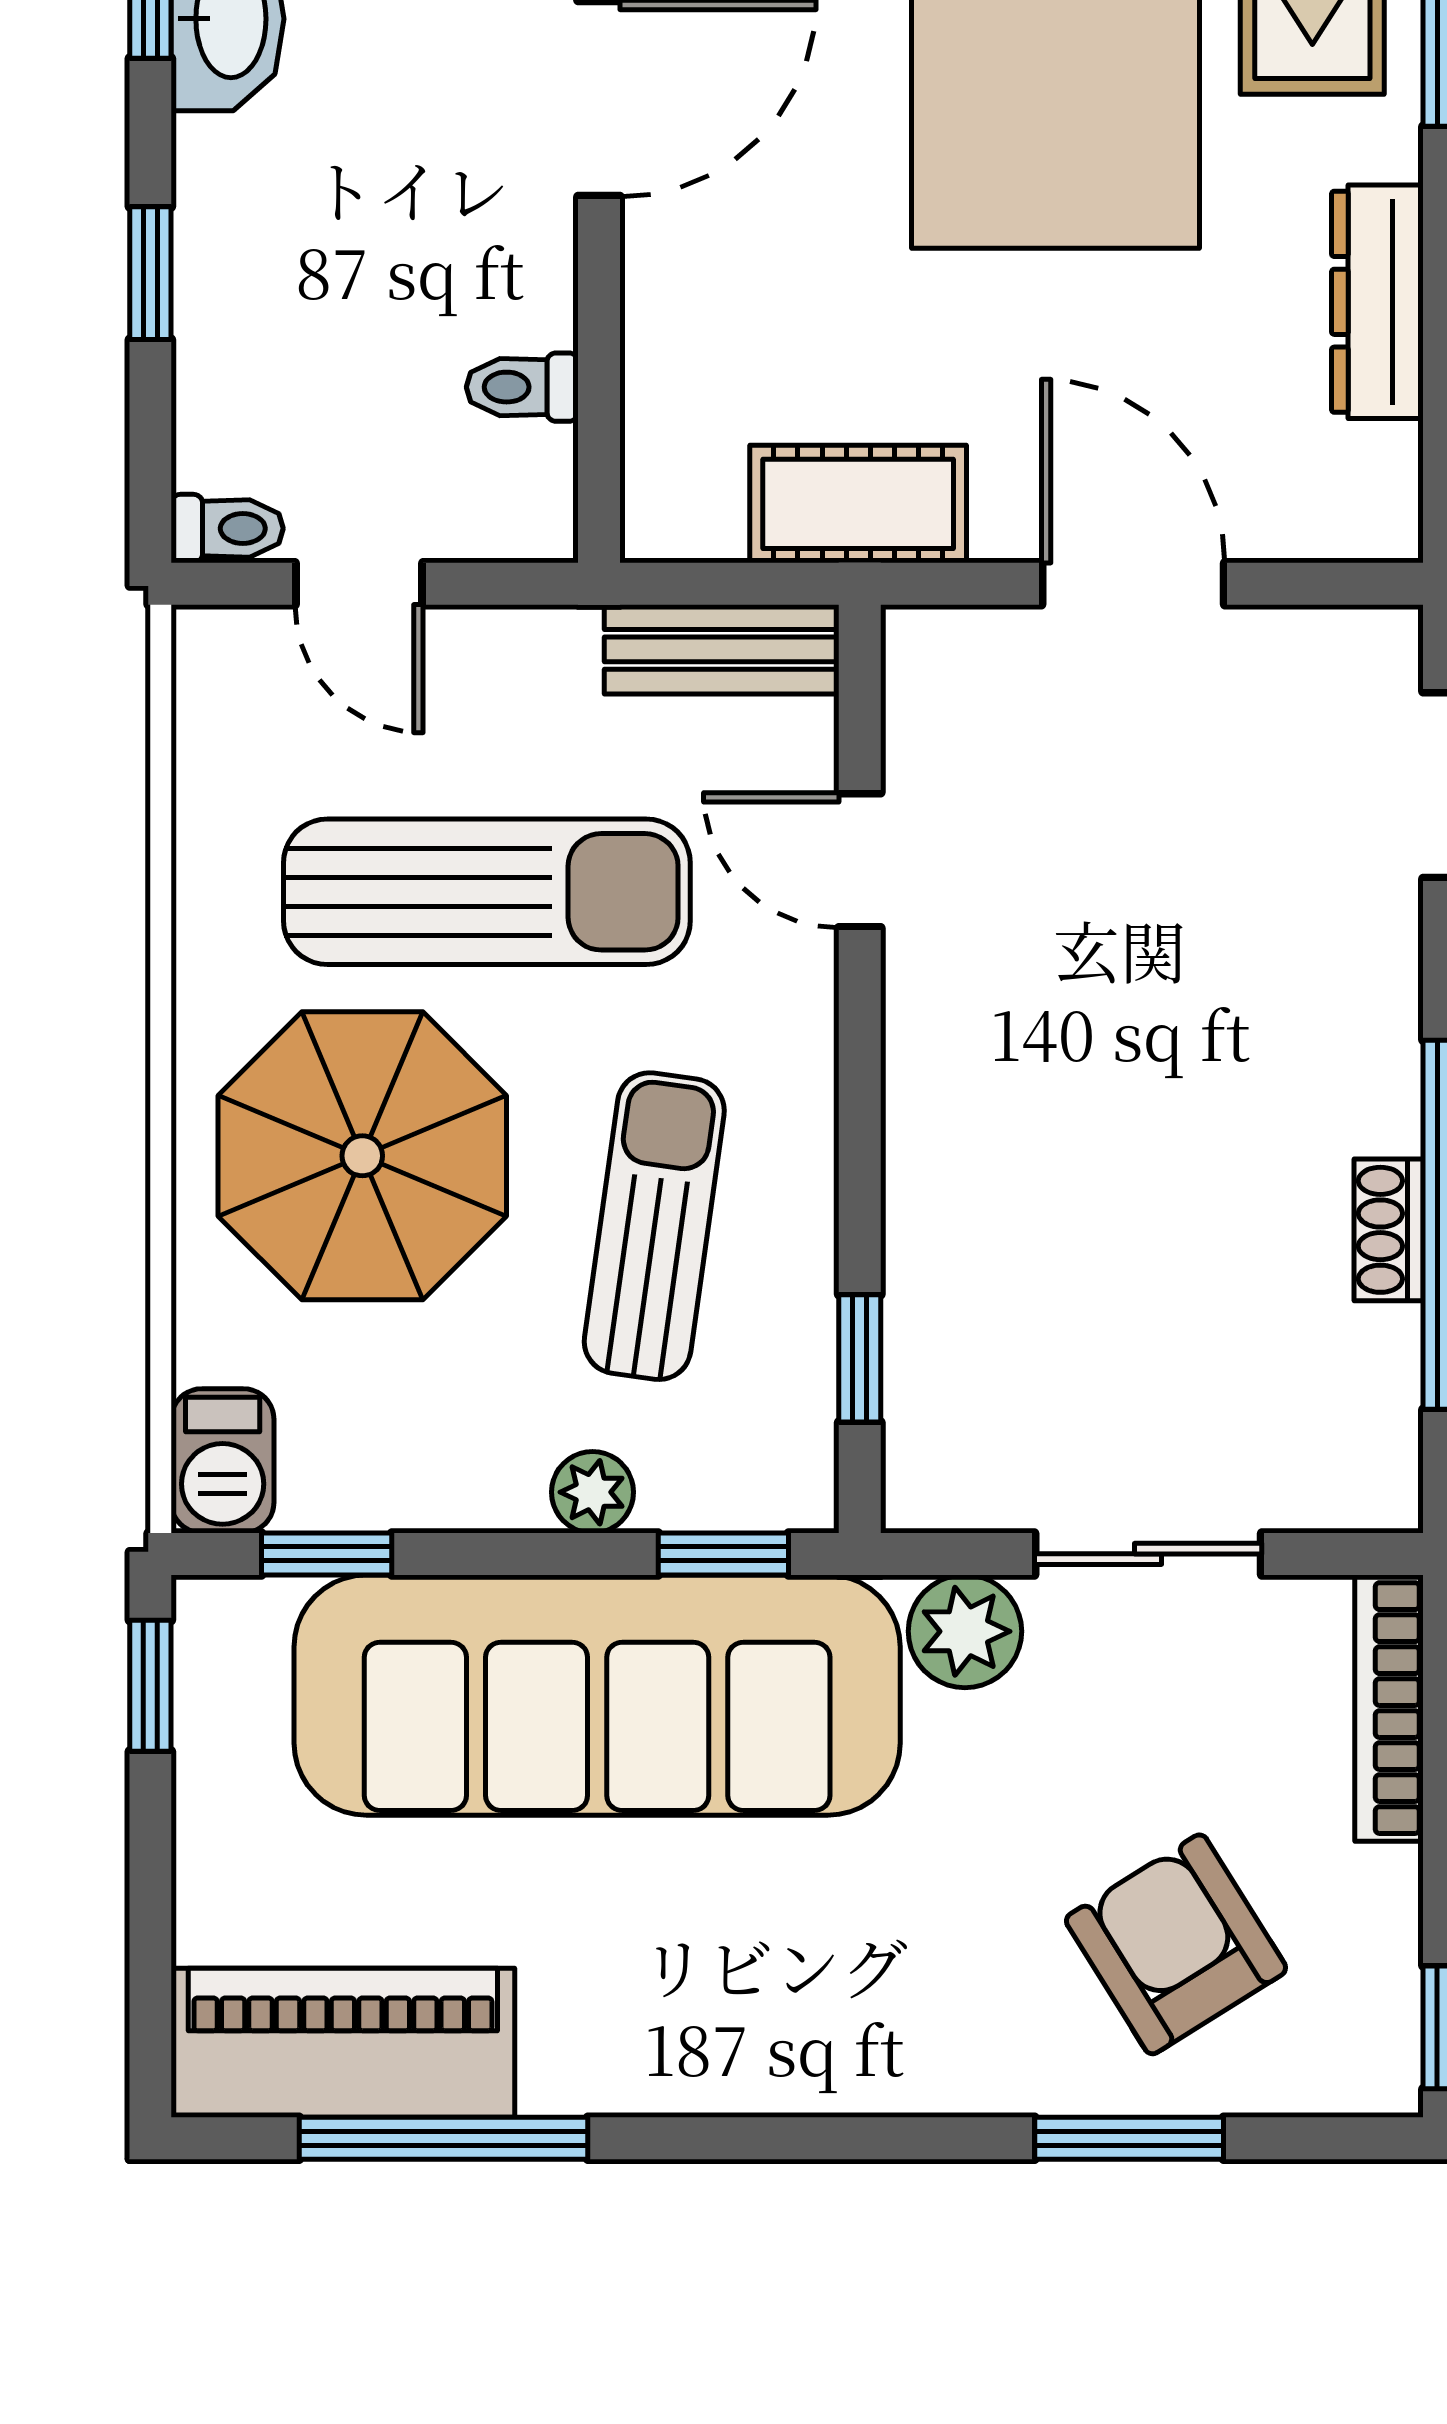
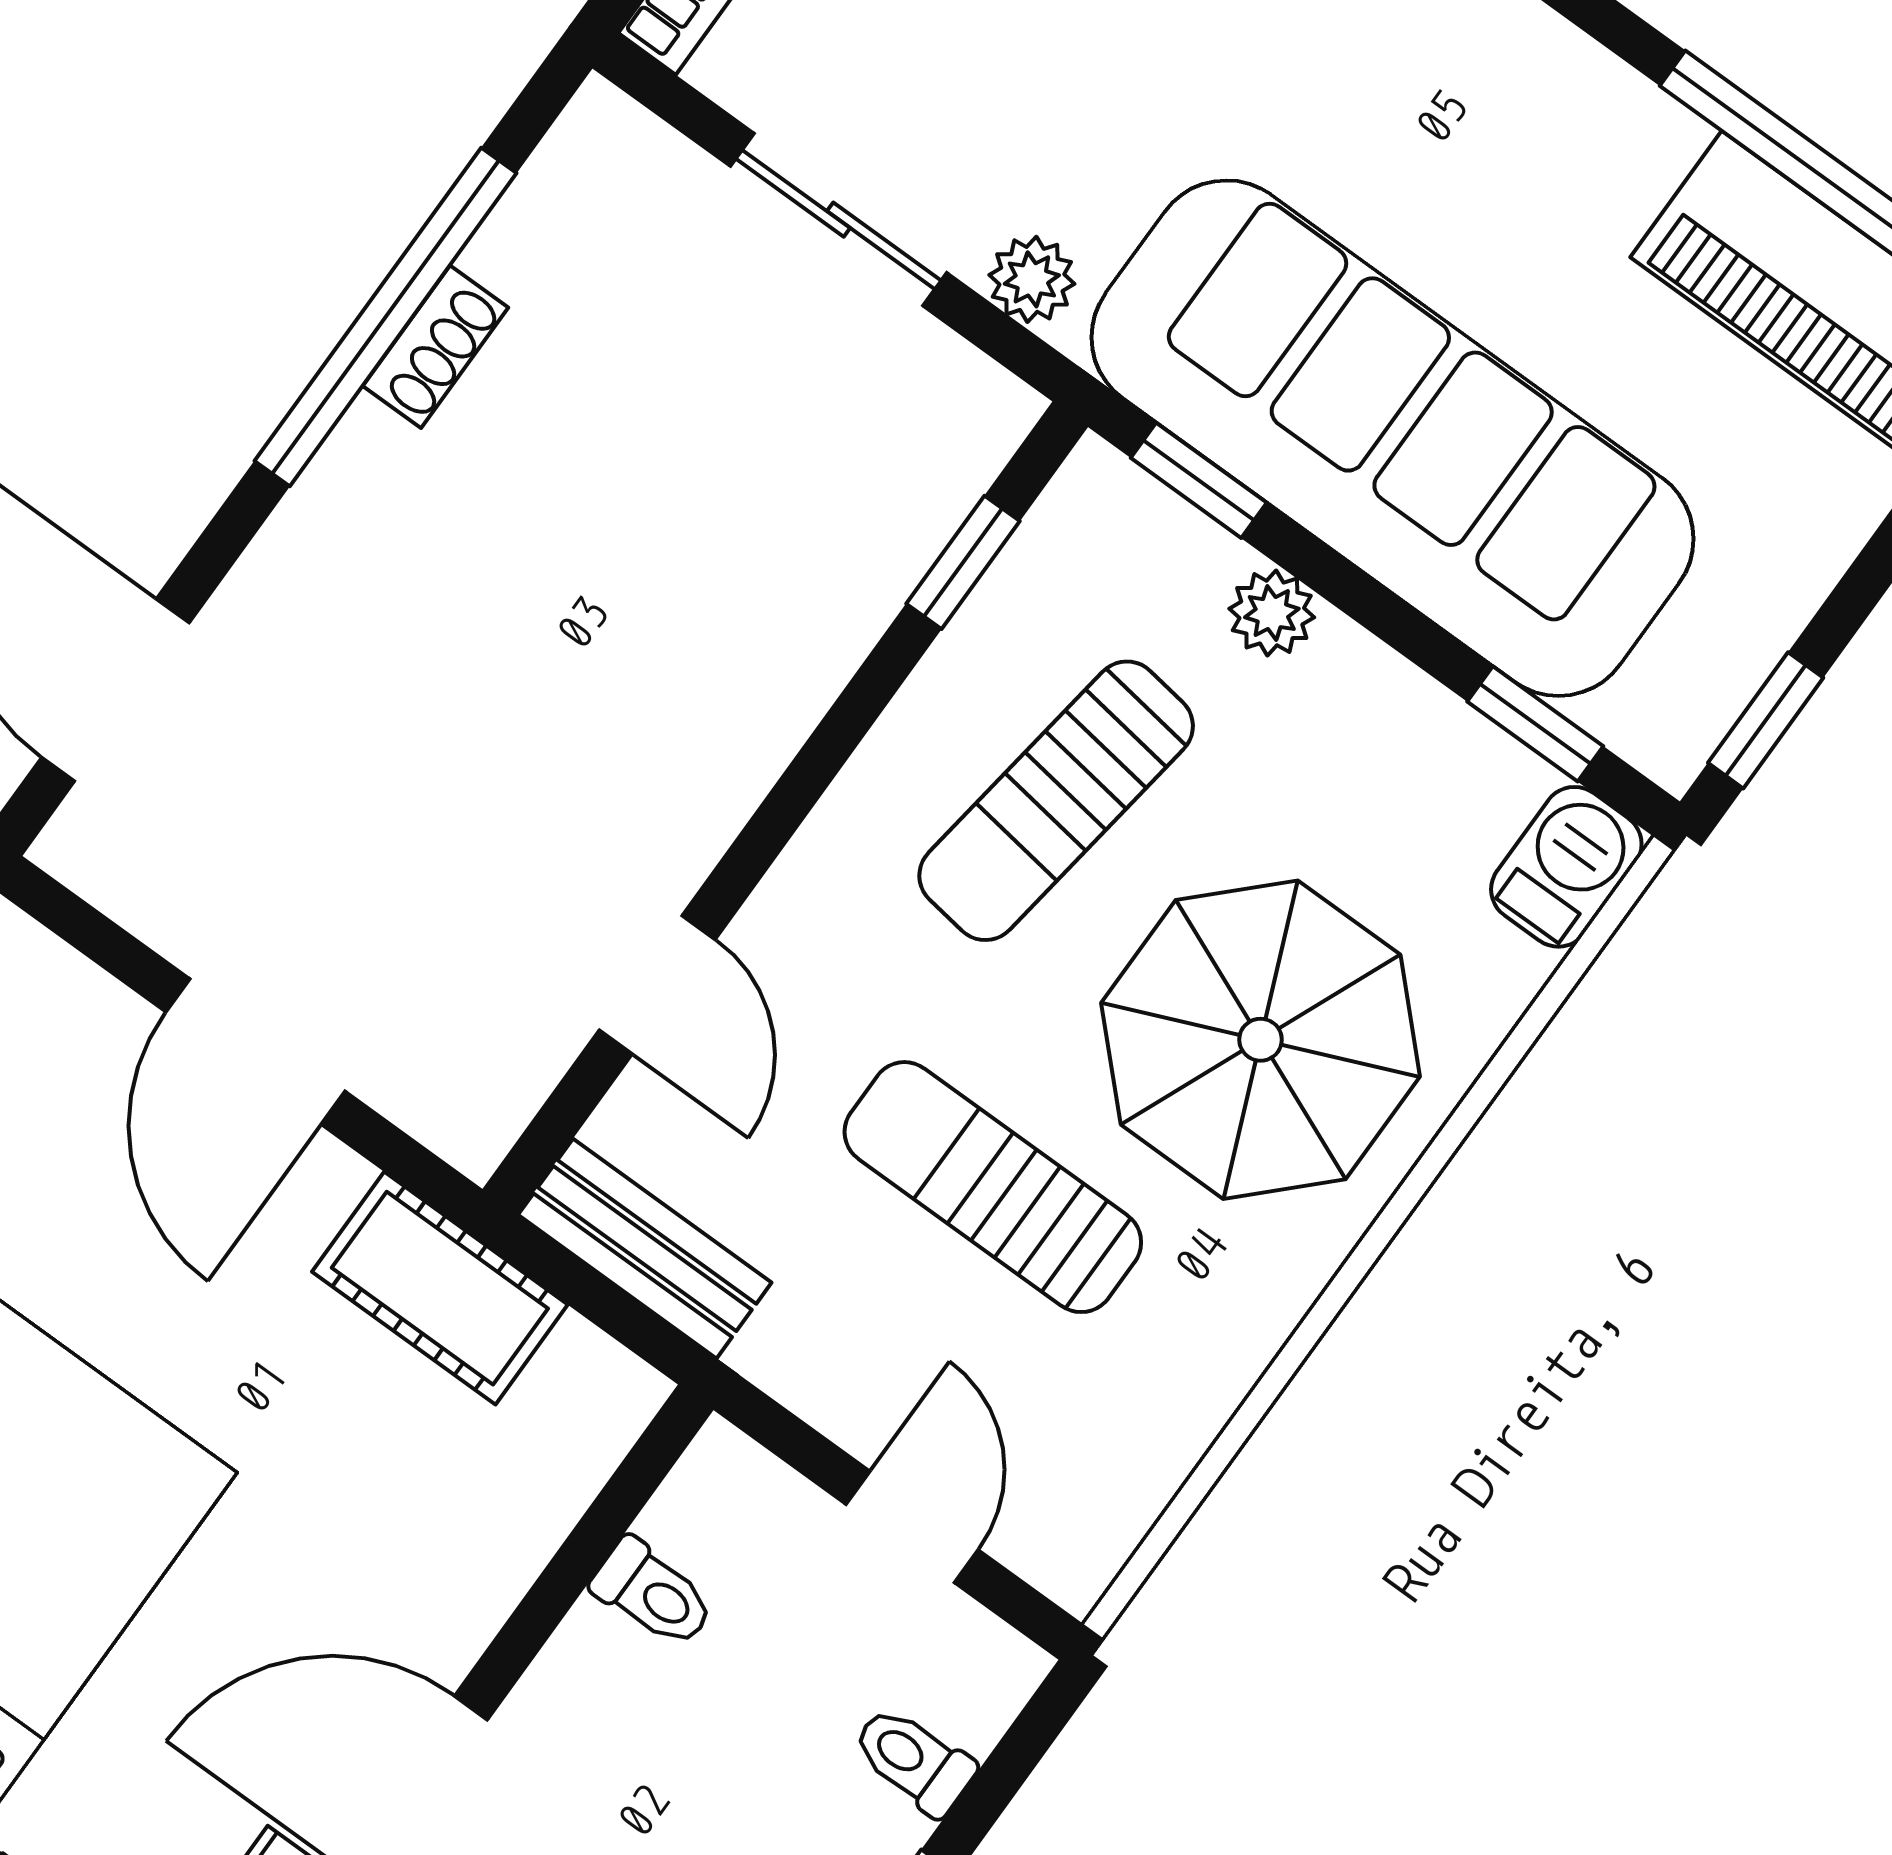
toilet: (227, 528) -> (914, 1760), moved
sun lounger: (487, 892) -> (993, 1187), width x0.73, depth x0.75
plant: (965, 1631) -> (1032, 279), width x0.73, depth x0.73

